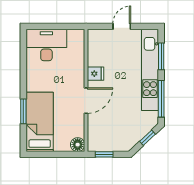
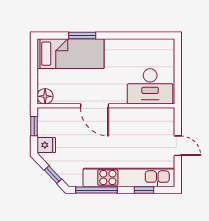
desk: (46, 45) -> (150, 86), moved, turned 90
window: (161, 56) -> (144, 190), width x0.67
fridge: (96, 74) -> (46, 145), moved, turned -90

